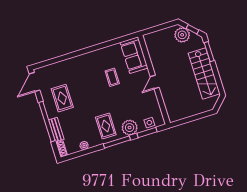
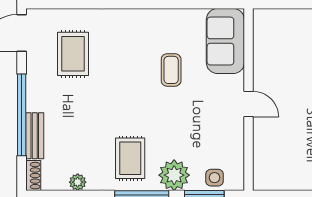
door: (155, 82) -> (249, 104), swing flipped
rug: (62, 98) -> (73, 54), moved

